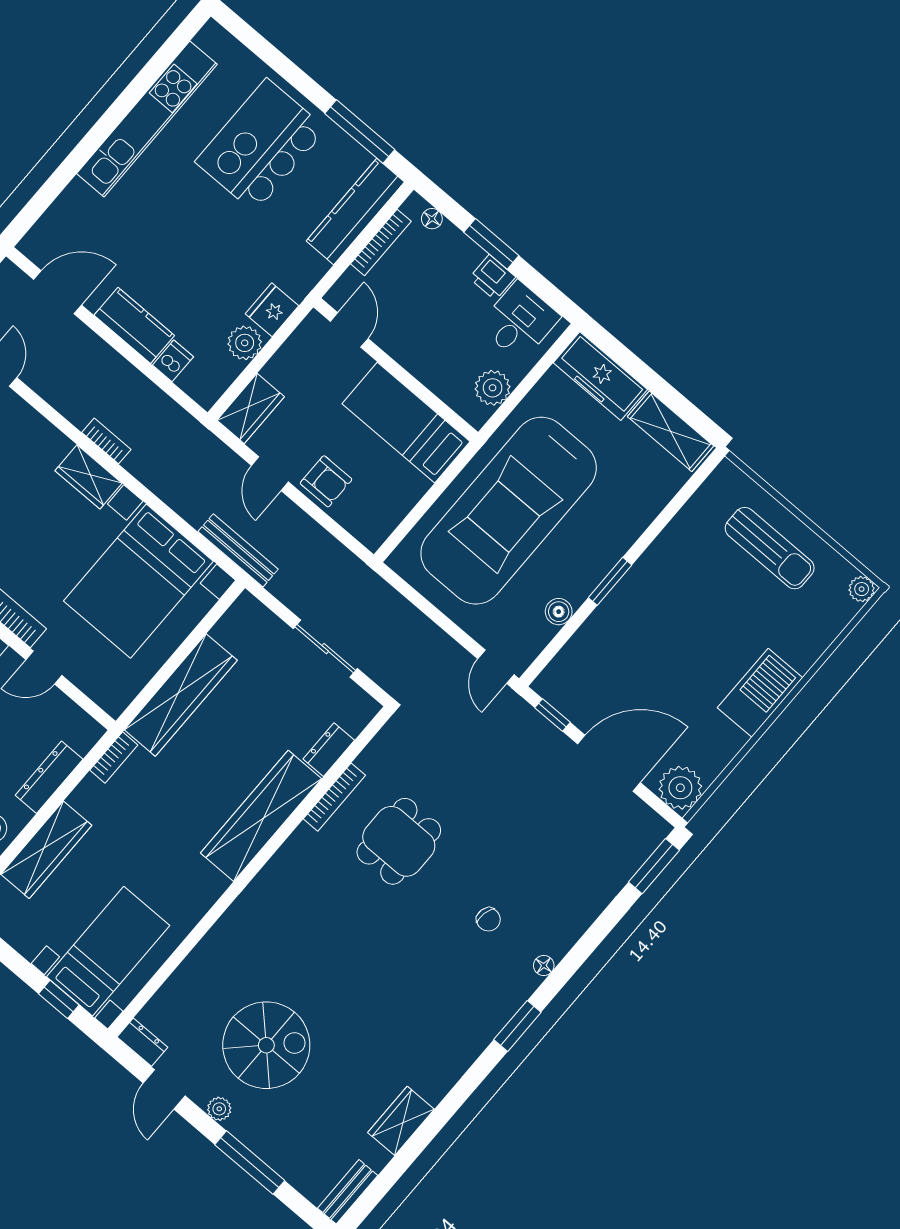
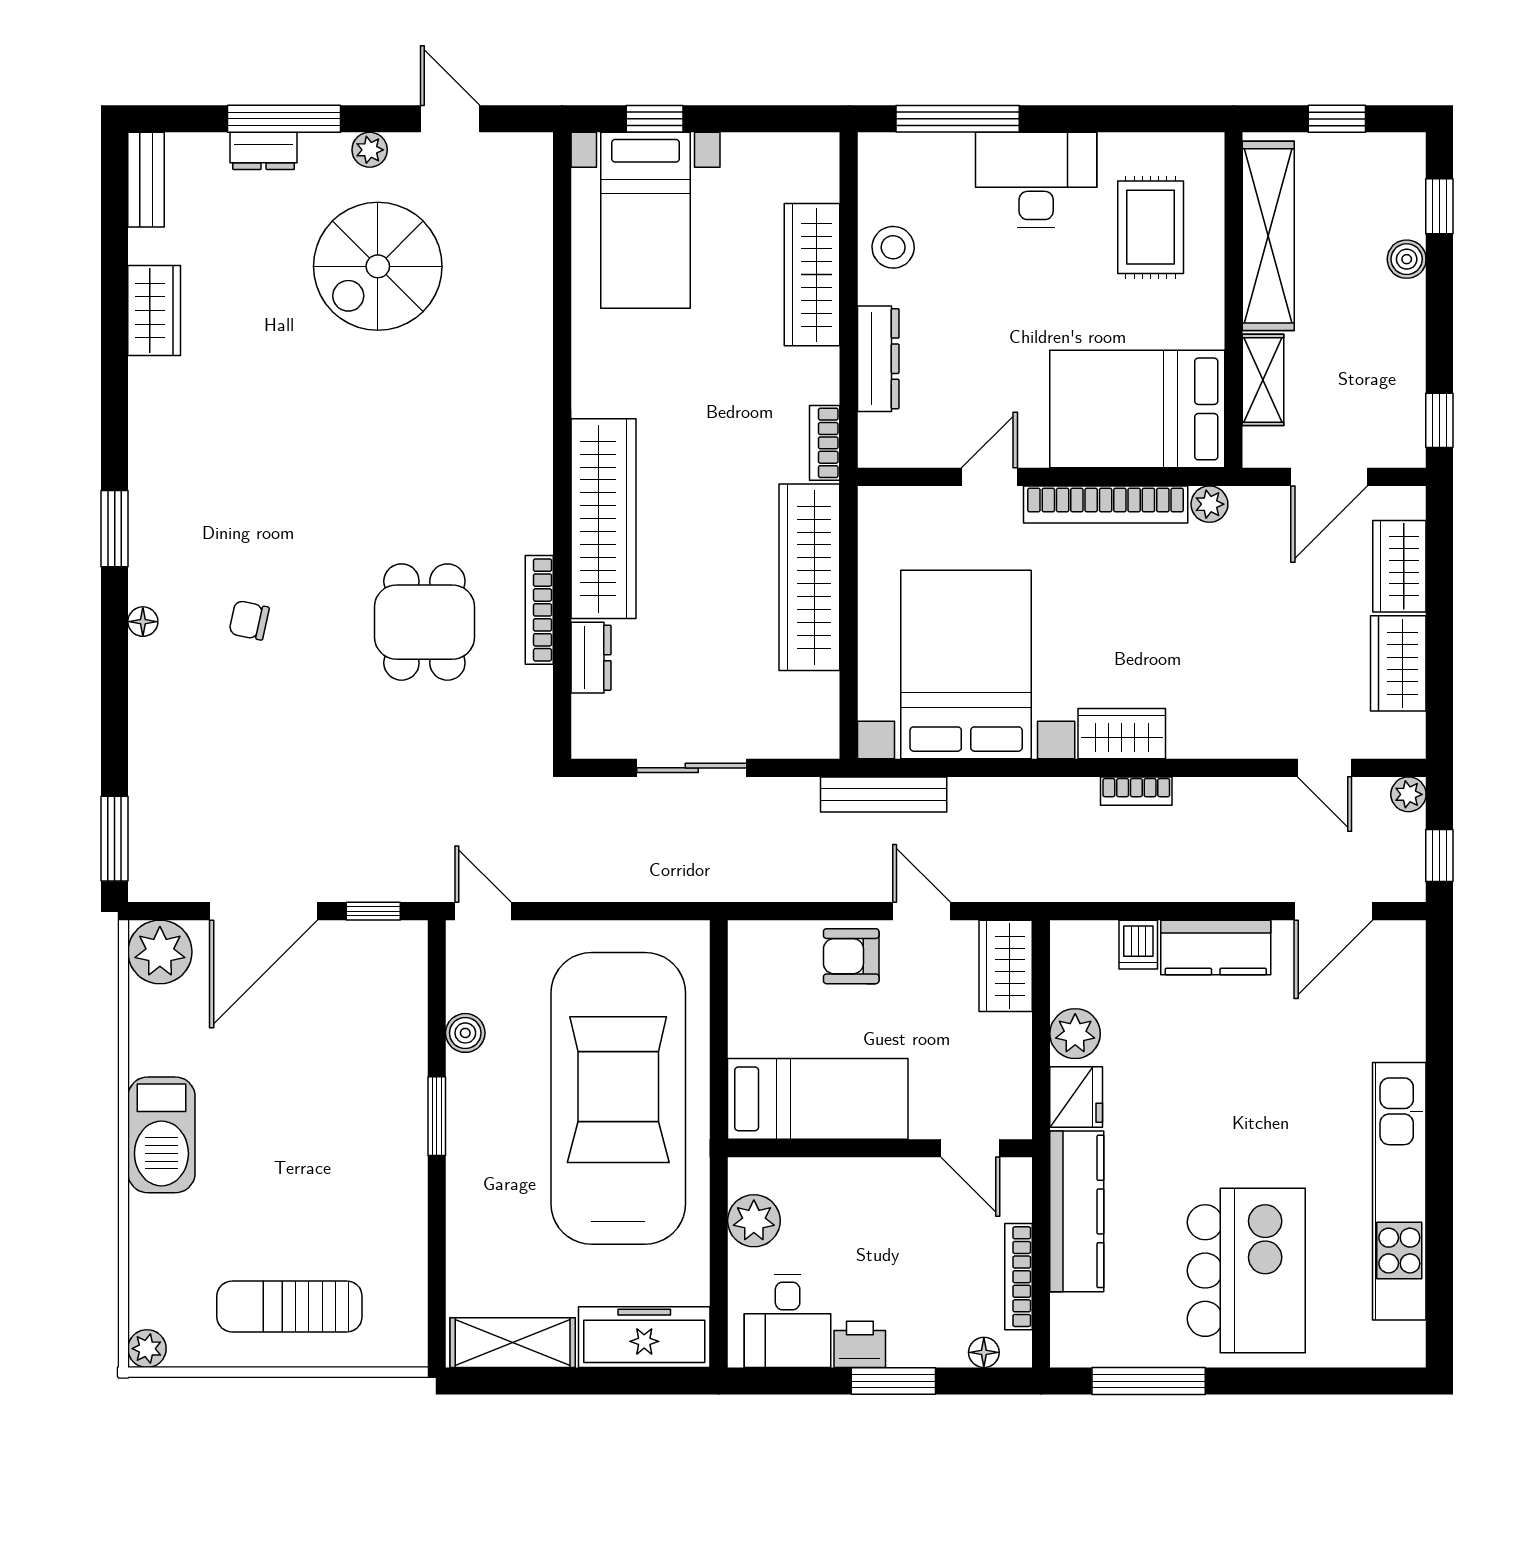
kitchen counter: (355, 211) -> (1077, 1211), moved
dresser: (142, 1042) -> (264, 151), moved

